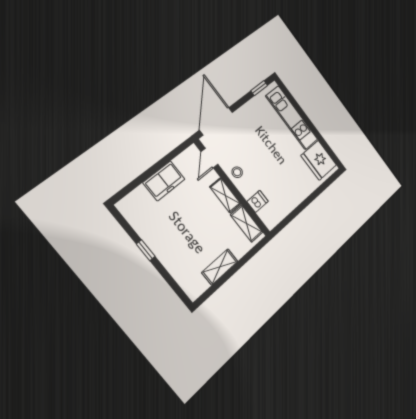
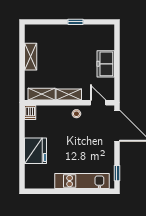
fridge: (319, 160) -> (35, 151), moved, turned 90
dishwasher: (258, 201) -> (30, 112), moved

